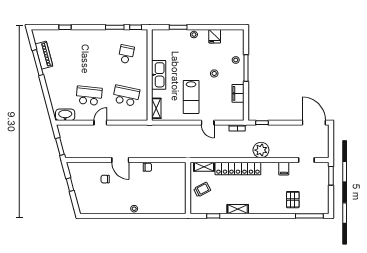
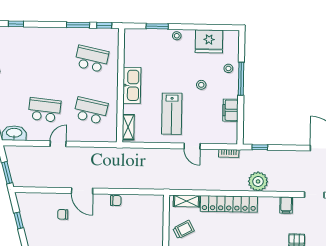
fridge: (215, 36) -> (209, 41), width x1.88, depth x1.34
school desk: (126, 54) -> (92, 59), width x1.85

